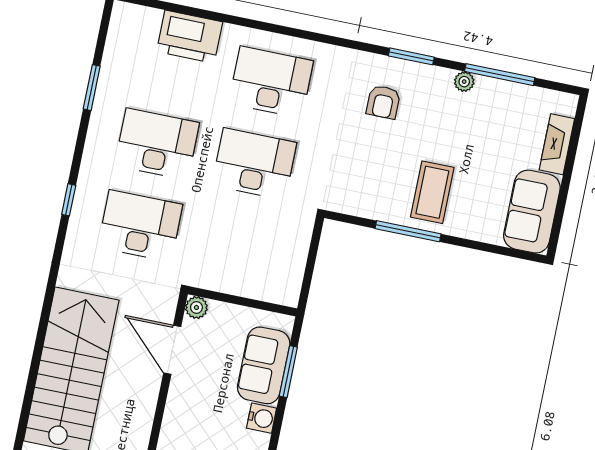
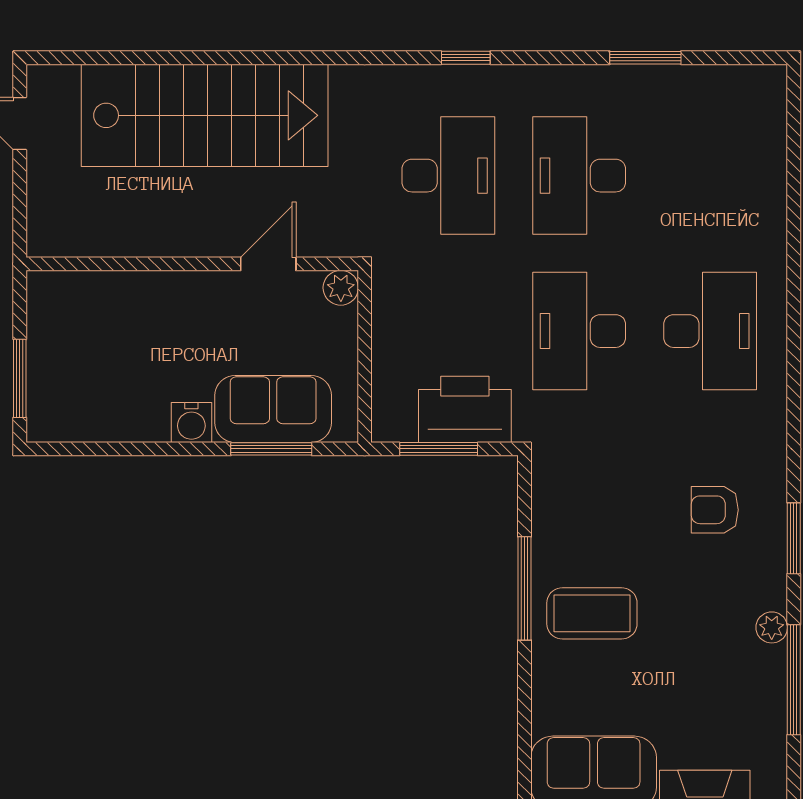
printer: (190, 37) -> (465, 409), moved, turned 90
desk: (157, 144) -> (579, 176), turned 180
desk: (254, 164) -> (579, 331), turned 180
window: (310, 267) -> (439, 449), added
door: (172, 350) -> (268, 264), width x0.73

